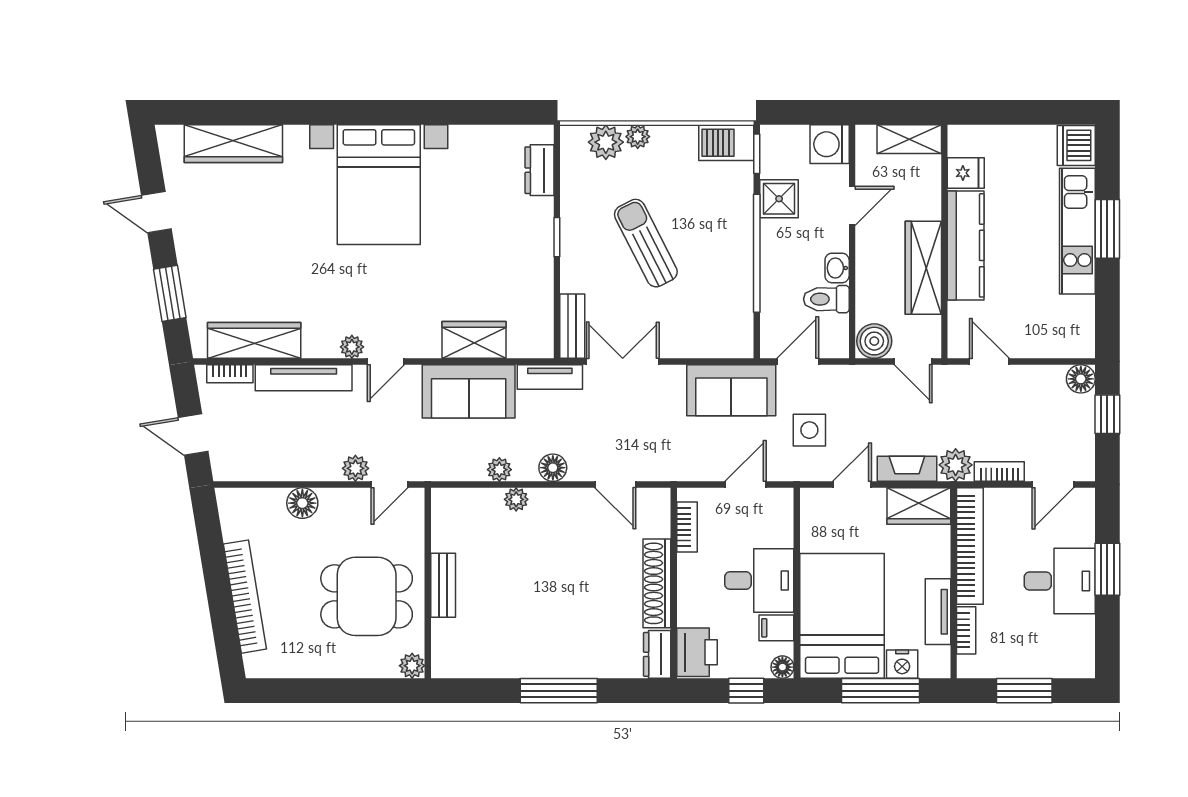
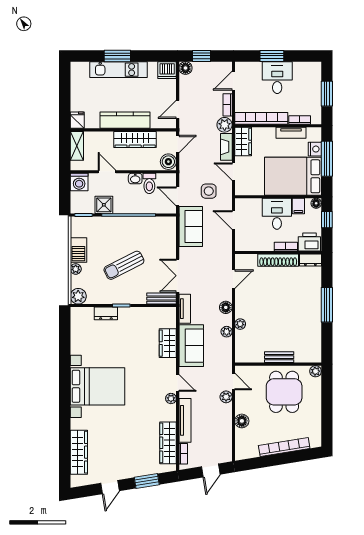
plant: (606, 142) -> (78, 296), moved
barbecue: (726, 143) -> (78, 250), moved
dishwasher: (1076, 145) -> (167, 70), moved
dresser: (539, 170) -> (106, 313), moved
fridge: (966, 173) -> (77, 120), moved
door: (1053, 485) -> (233, 81), swing flipped
bookcase: (687, 527) -> (286, 247), moved

